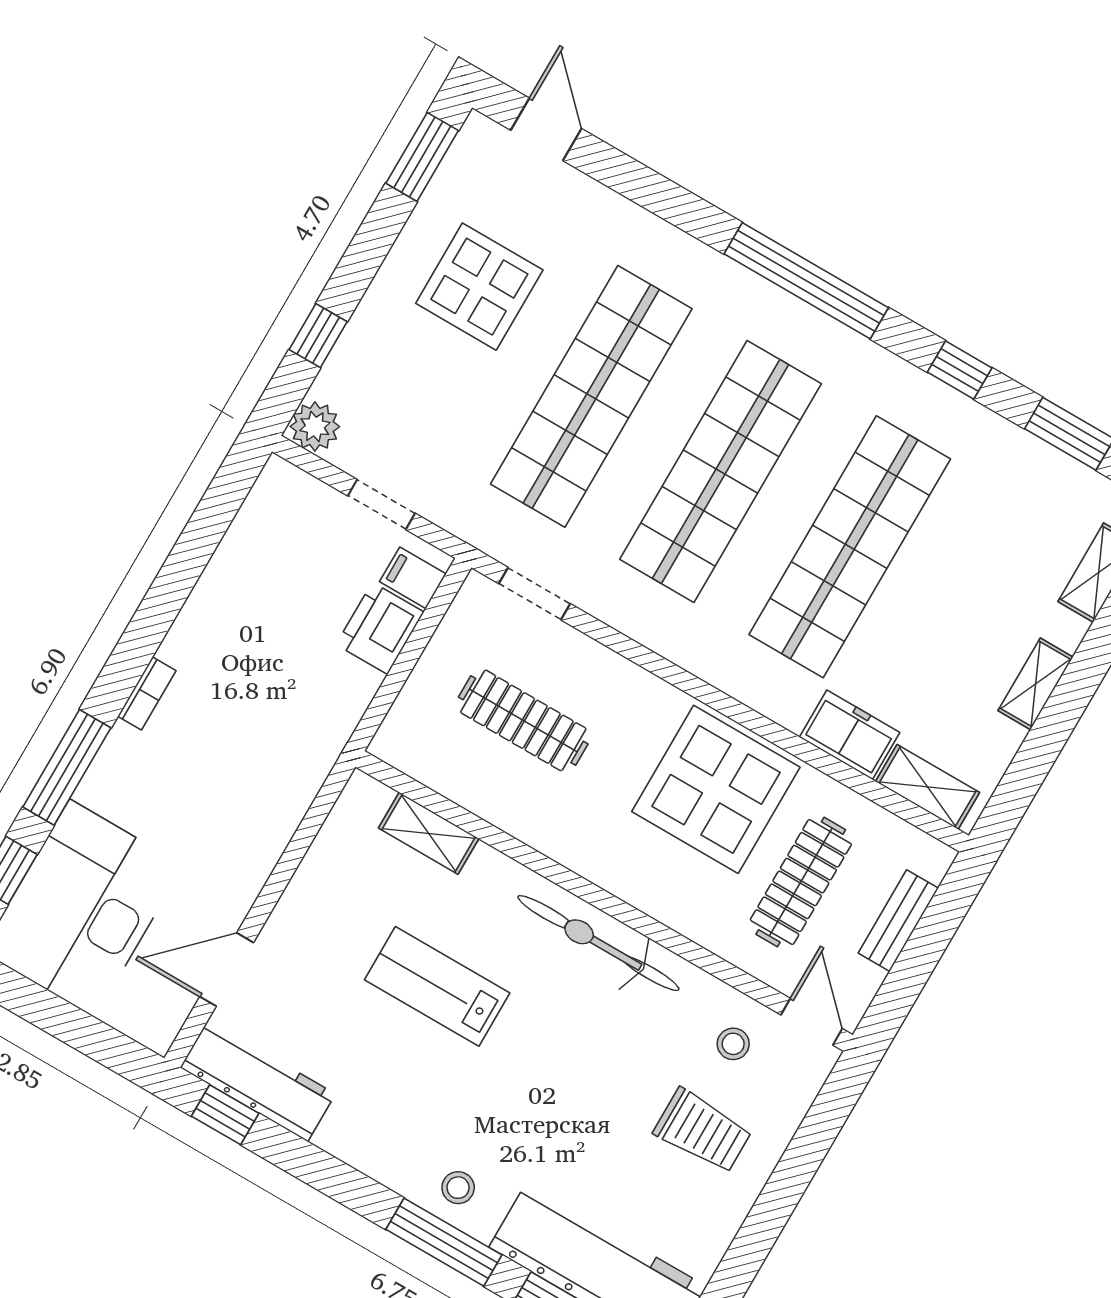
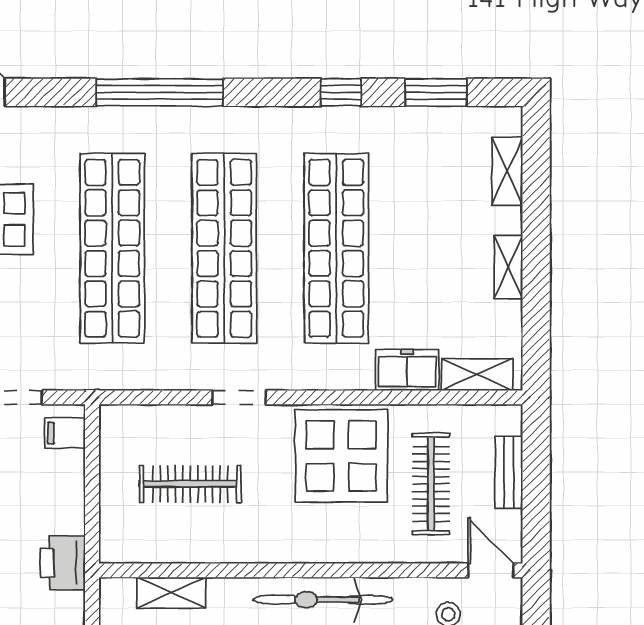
window: (806, 281) -> (160, 92), moved
doorway: (535, 594) -> (239, 397), moved
printer: (380, 628) -> (63, 563), moved

